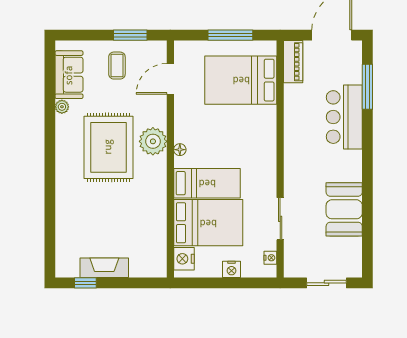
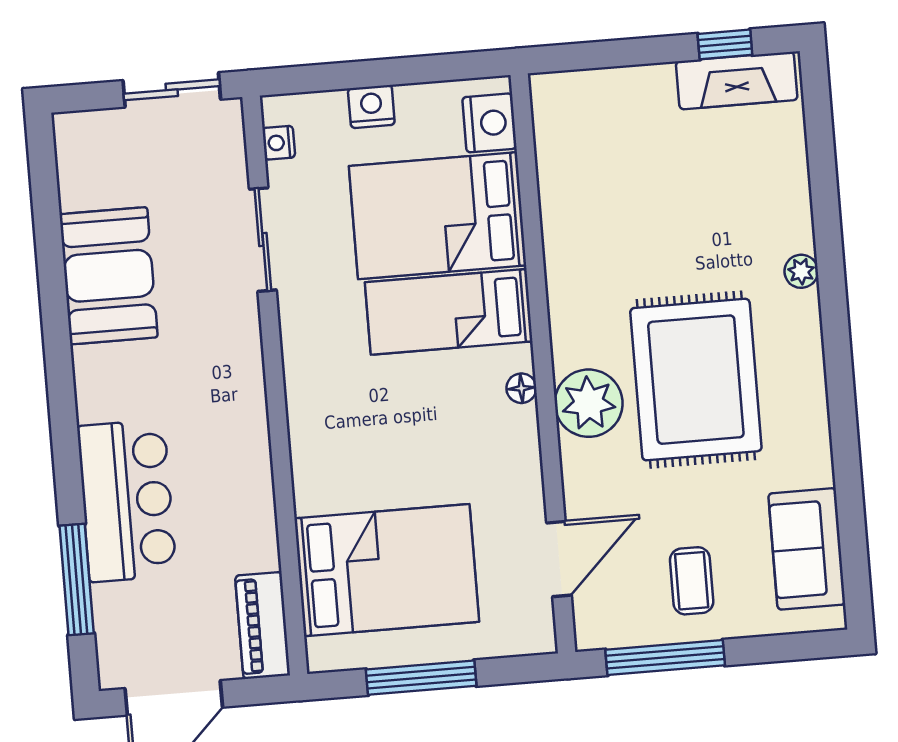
window: (130, 35) -> (665, 658), width x1.44
plant: (62, 107) -> (801, 271), moved
fireplace: (104, 268) -> (737, 81), moved
sliding door: (326, 283) -> (172, 90), moved

